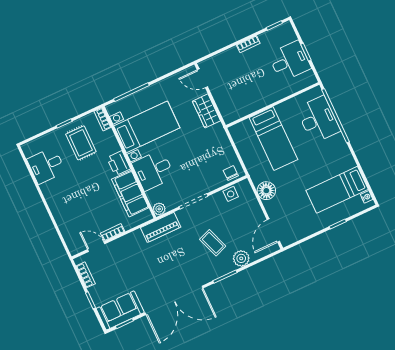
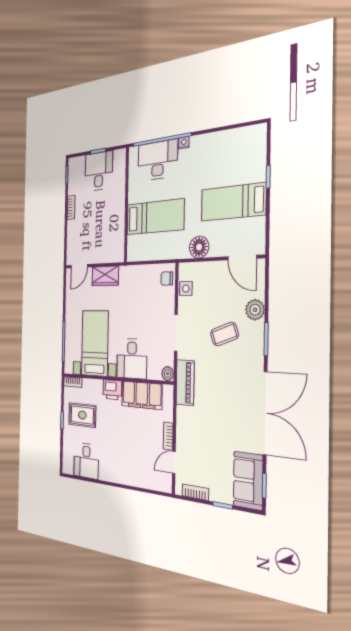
bed: (337, 190) -> (233, 202), moved, turned 90
nightstand: (367, 197) -> (184, 143), moved

